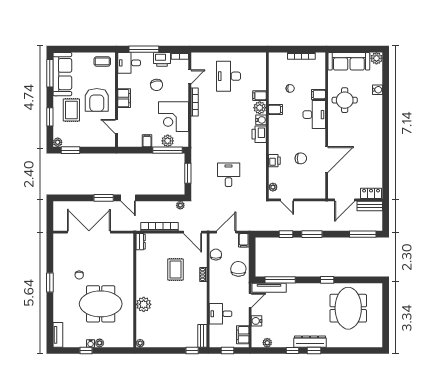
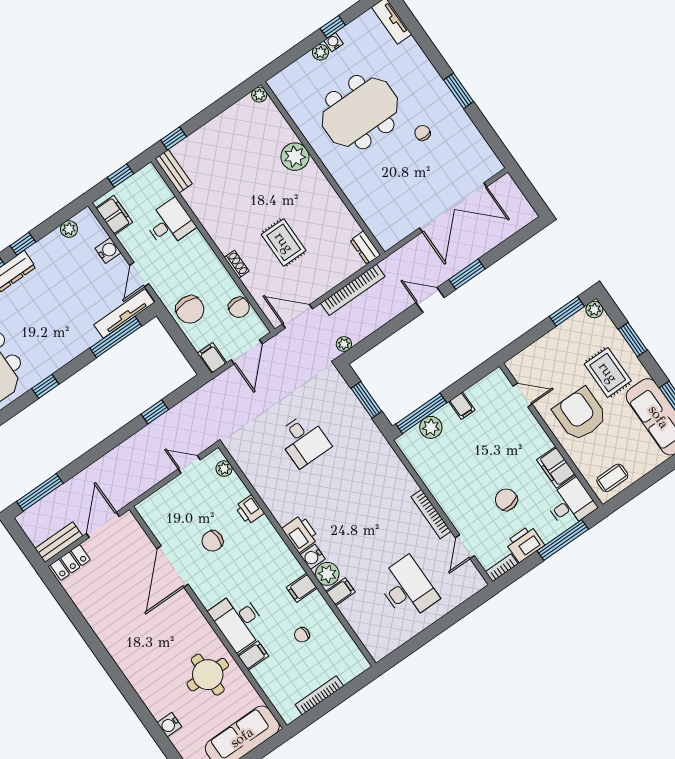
filing cabinet: (124, 98) -> (556, 467), moved
corner desk: (173, 117) -> (447, 470), removed
window: (312, 234) -> (116, 439), removed

